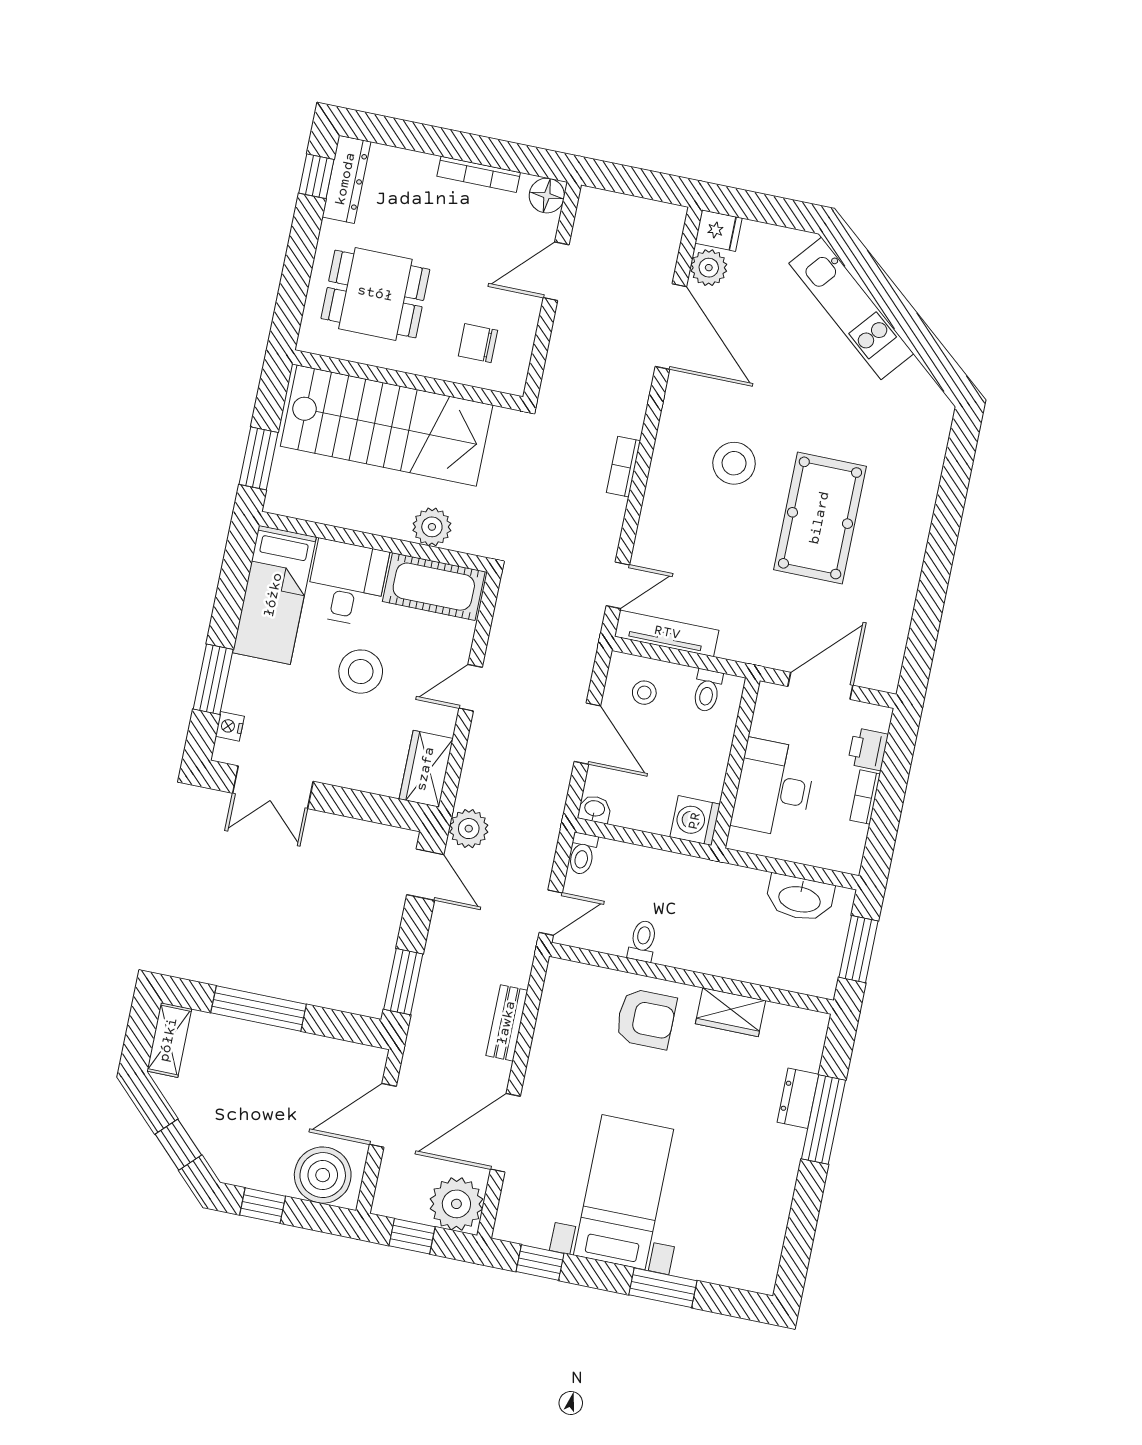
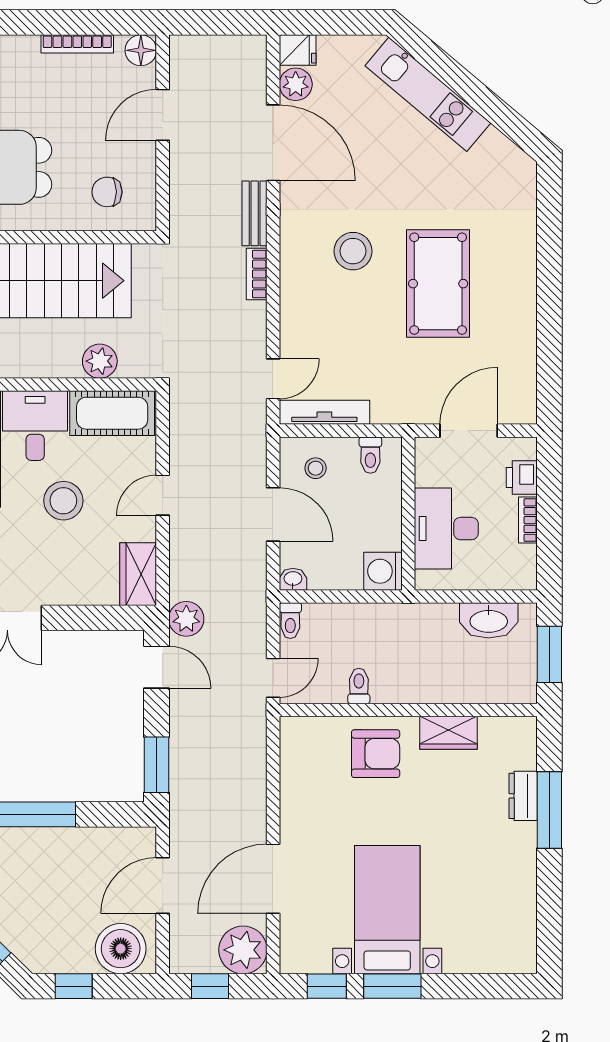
bench: (507, 1023) -> (255, 213), moved
window: (663, 1288) -> (392, 986), moved

